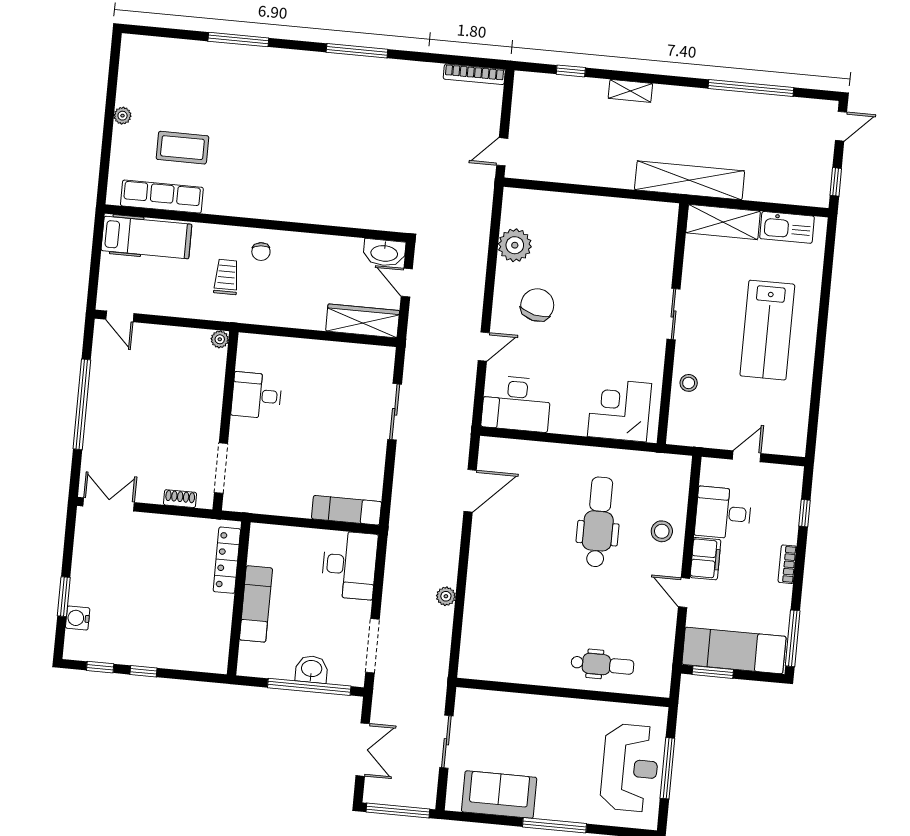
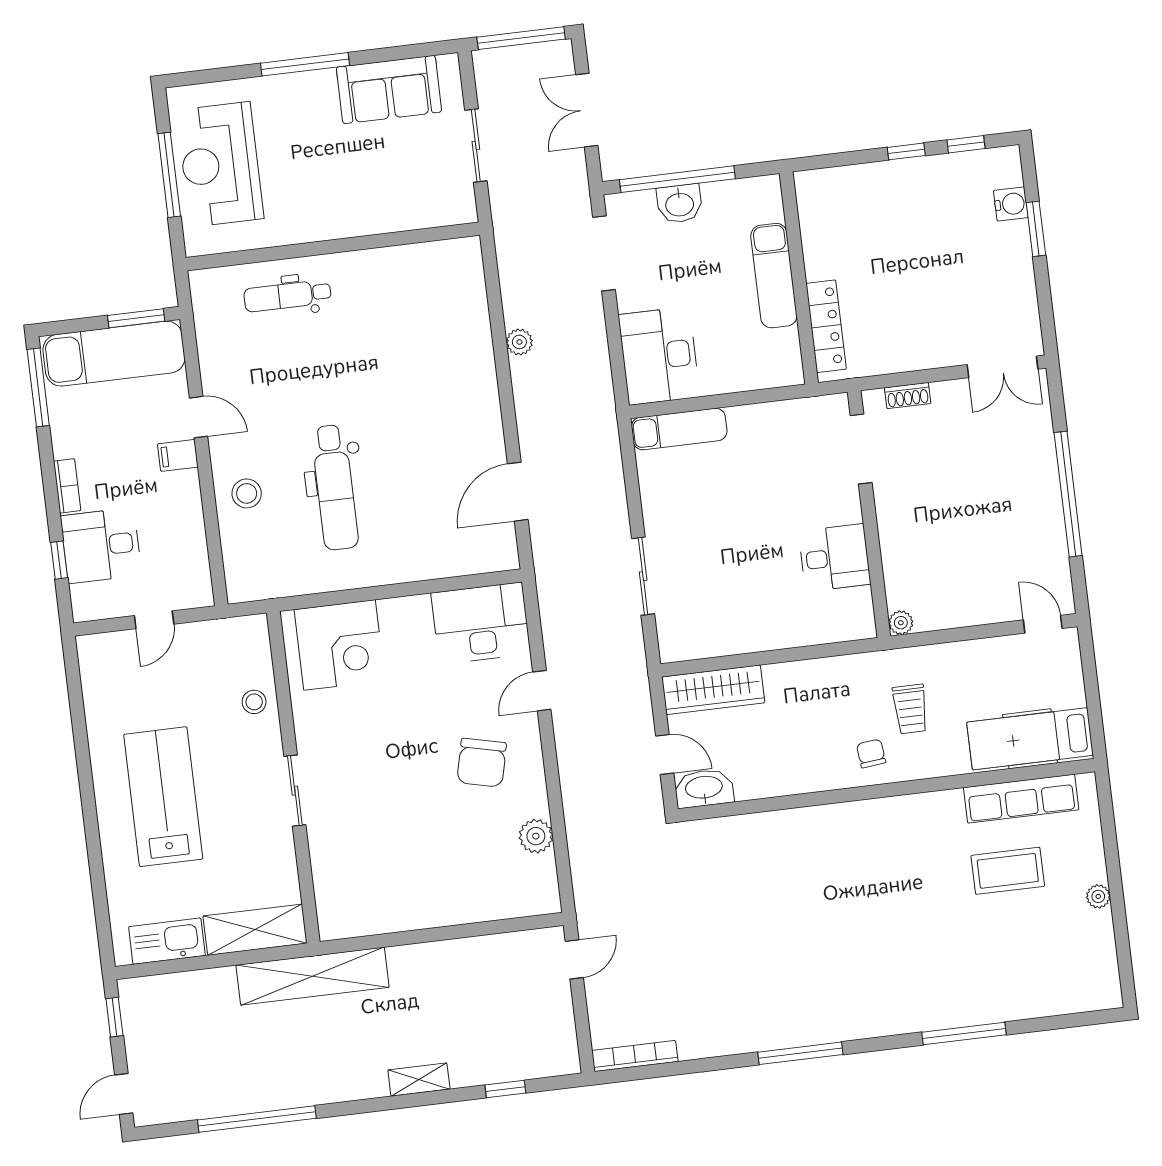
plant: (515, 245) -> (536, 836), width x0.73, depth x0.73
desk: (723, 513) -> (101, 546), moved, turned 180
filing cabinet: (705, 559) -> (178, 455), width x0.50

